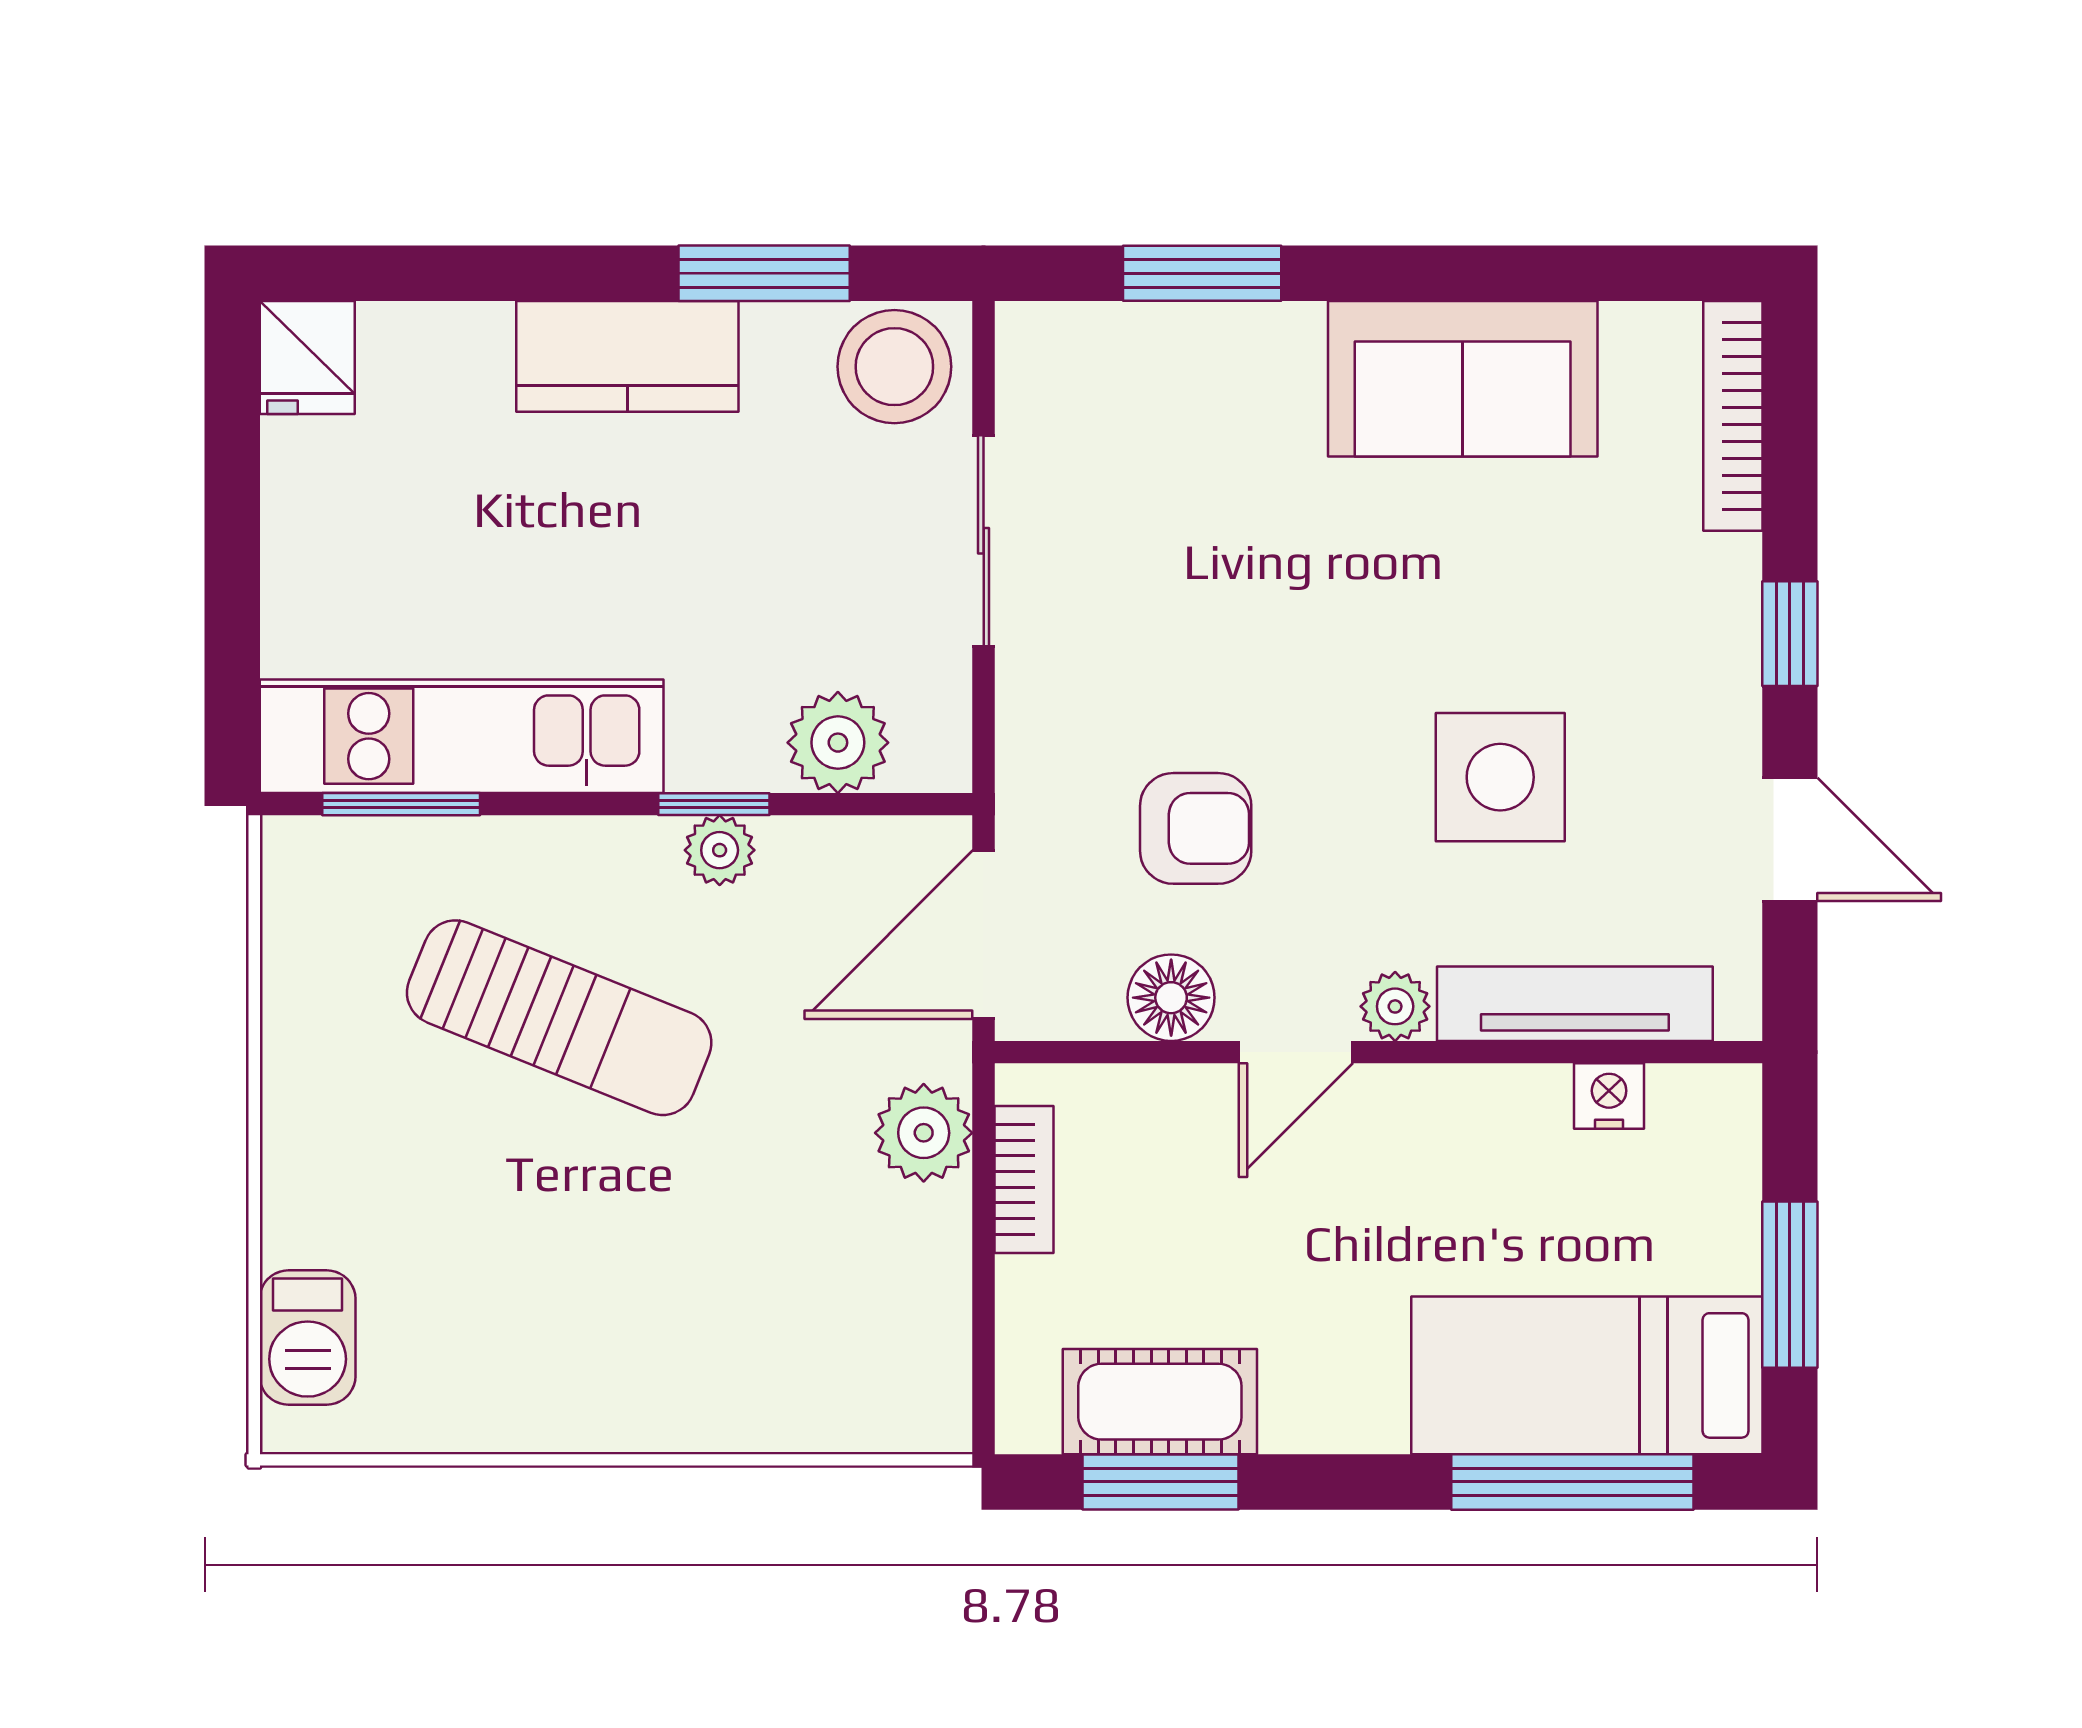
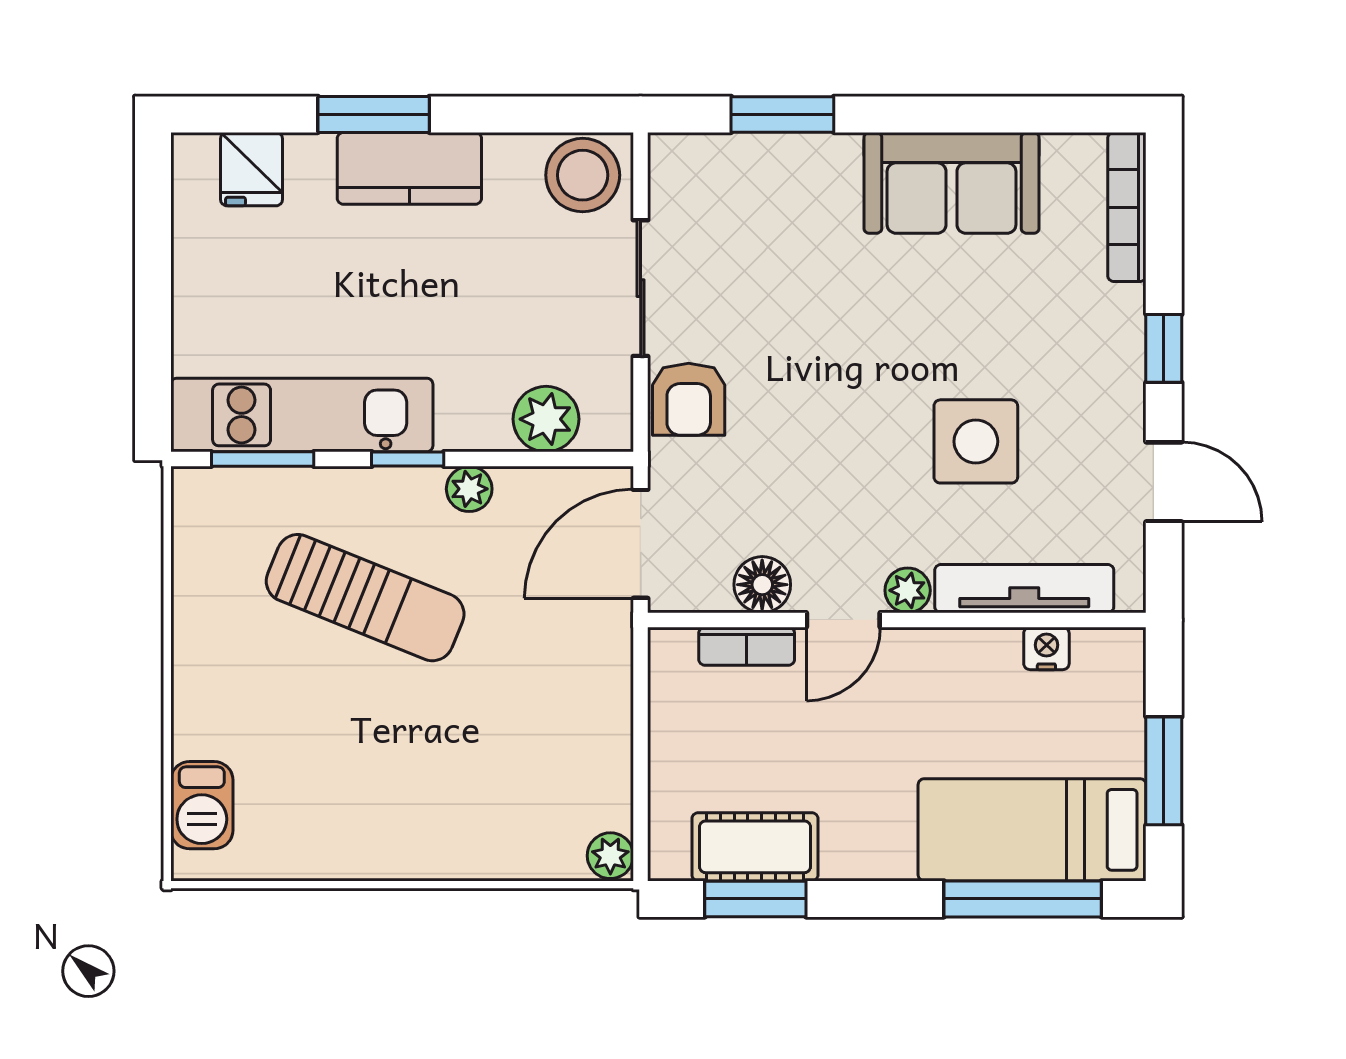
window: (764, 273) -> (374, 114), moved
fridge: (307, 357) -> (252, 169), moved
window: (714, 804) -> (408, 459), moved
armchair: (1196, 828) -> (689, 399), moved, turned 90
plant: (924, 1133) -> (610, 856), moved, width x0.73, depth x0.73
bookcase: (1024, 1179) -> (747, 646), moved, turned 90

